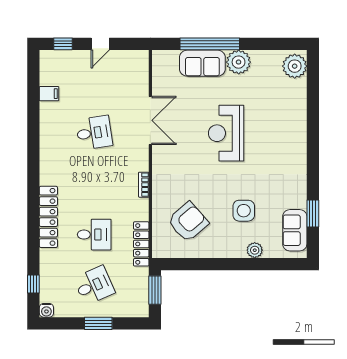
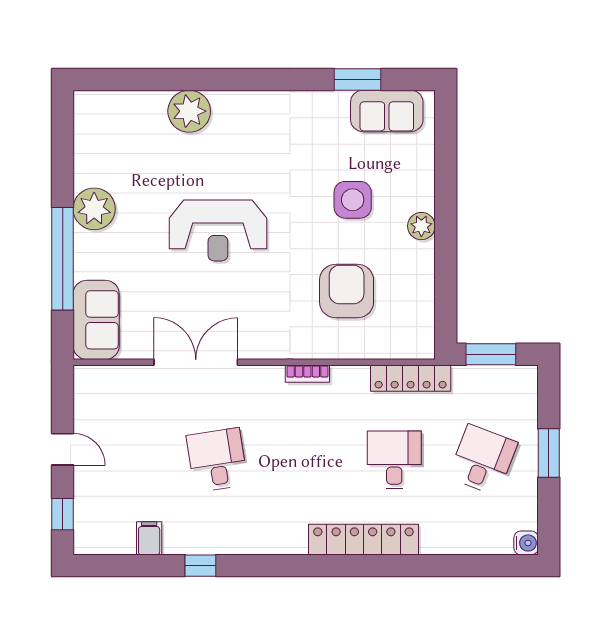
sofa: (202, 63) -> (96, 320), moved
plant: (295, 66) -> (189, 111), moved
armchair: (188, 222) -> (347, 291), moved, turned 41
plant: (255, 250) -> (421, 226), moved
window: (33, 284) -> (200, 566), moved
desk: (94, 285) -> (483, 460), turned 45

